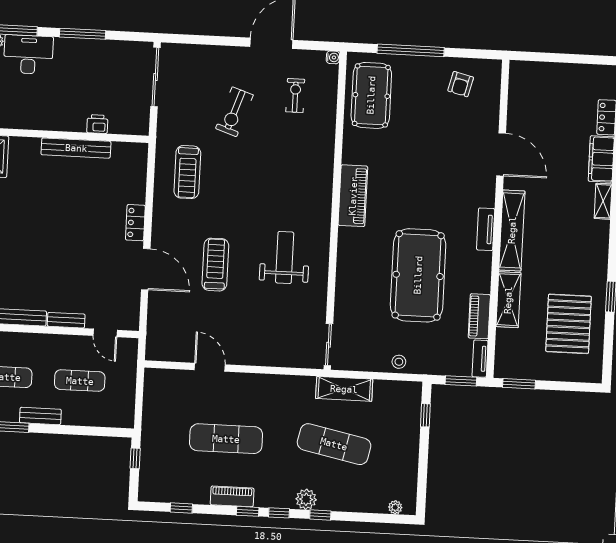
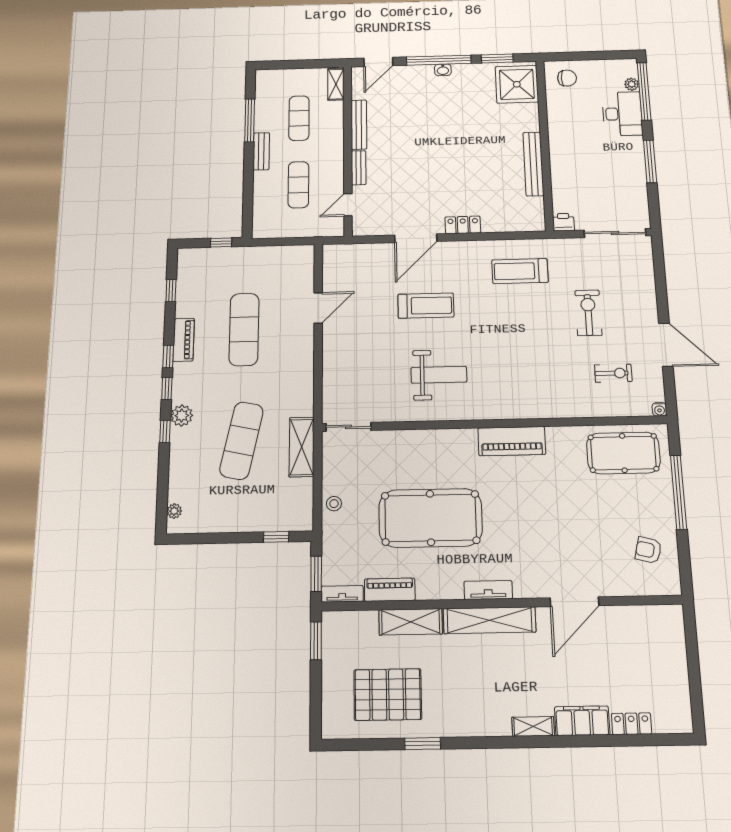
exercise bike: (234, 112) -> (588, 313), turned 71
printer: (97, 124) -> (563, 222), moved, turned -90

